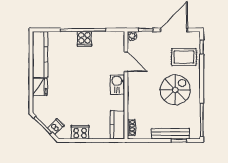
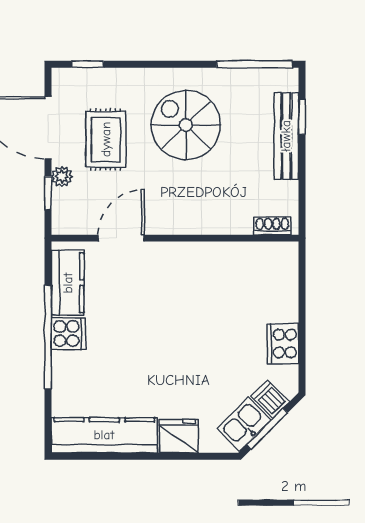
plant: (132, 36) -> (62, 177), moved
rug: (184, 57) -> (106, 139), moved
kitchen sink: (117, 85) -> (244, 424), moved, turned 135
kitchen counter: (117, 125) -> (68, 283), moved, turned -90

